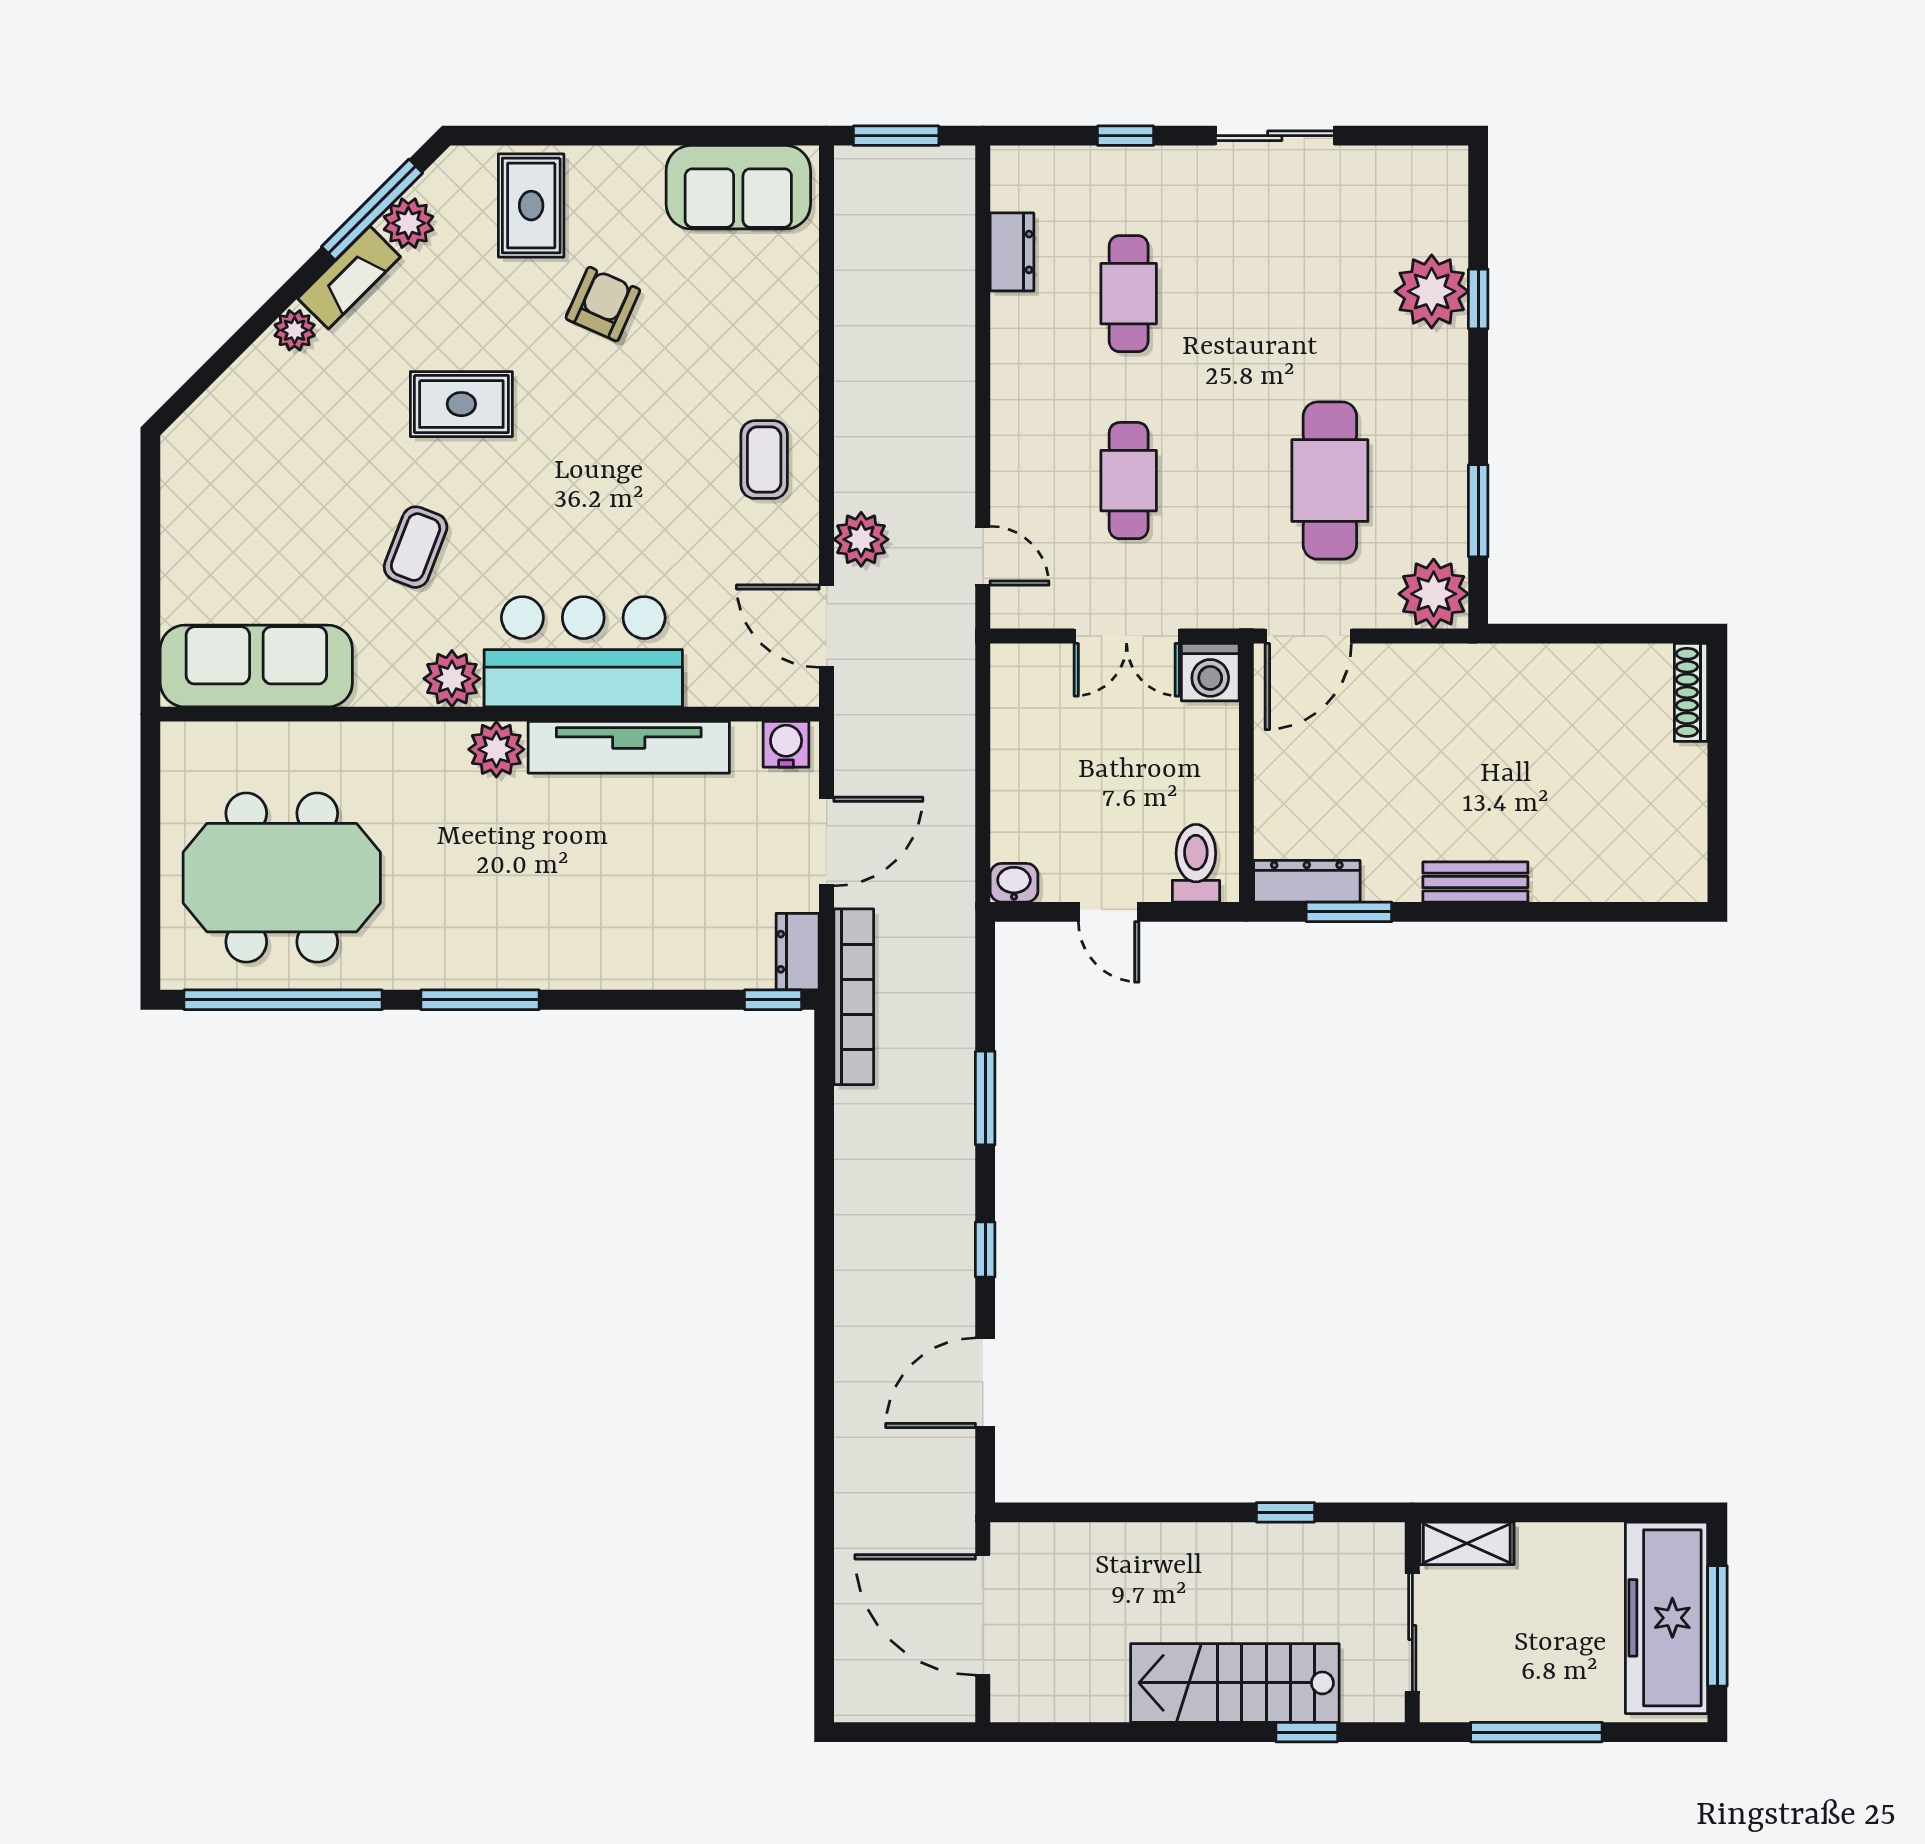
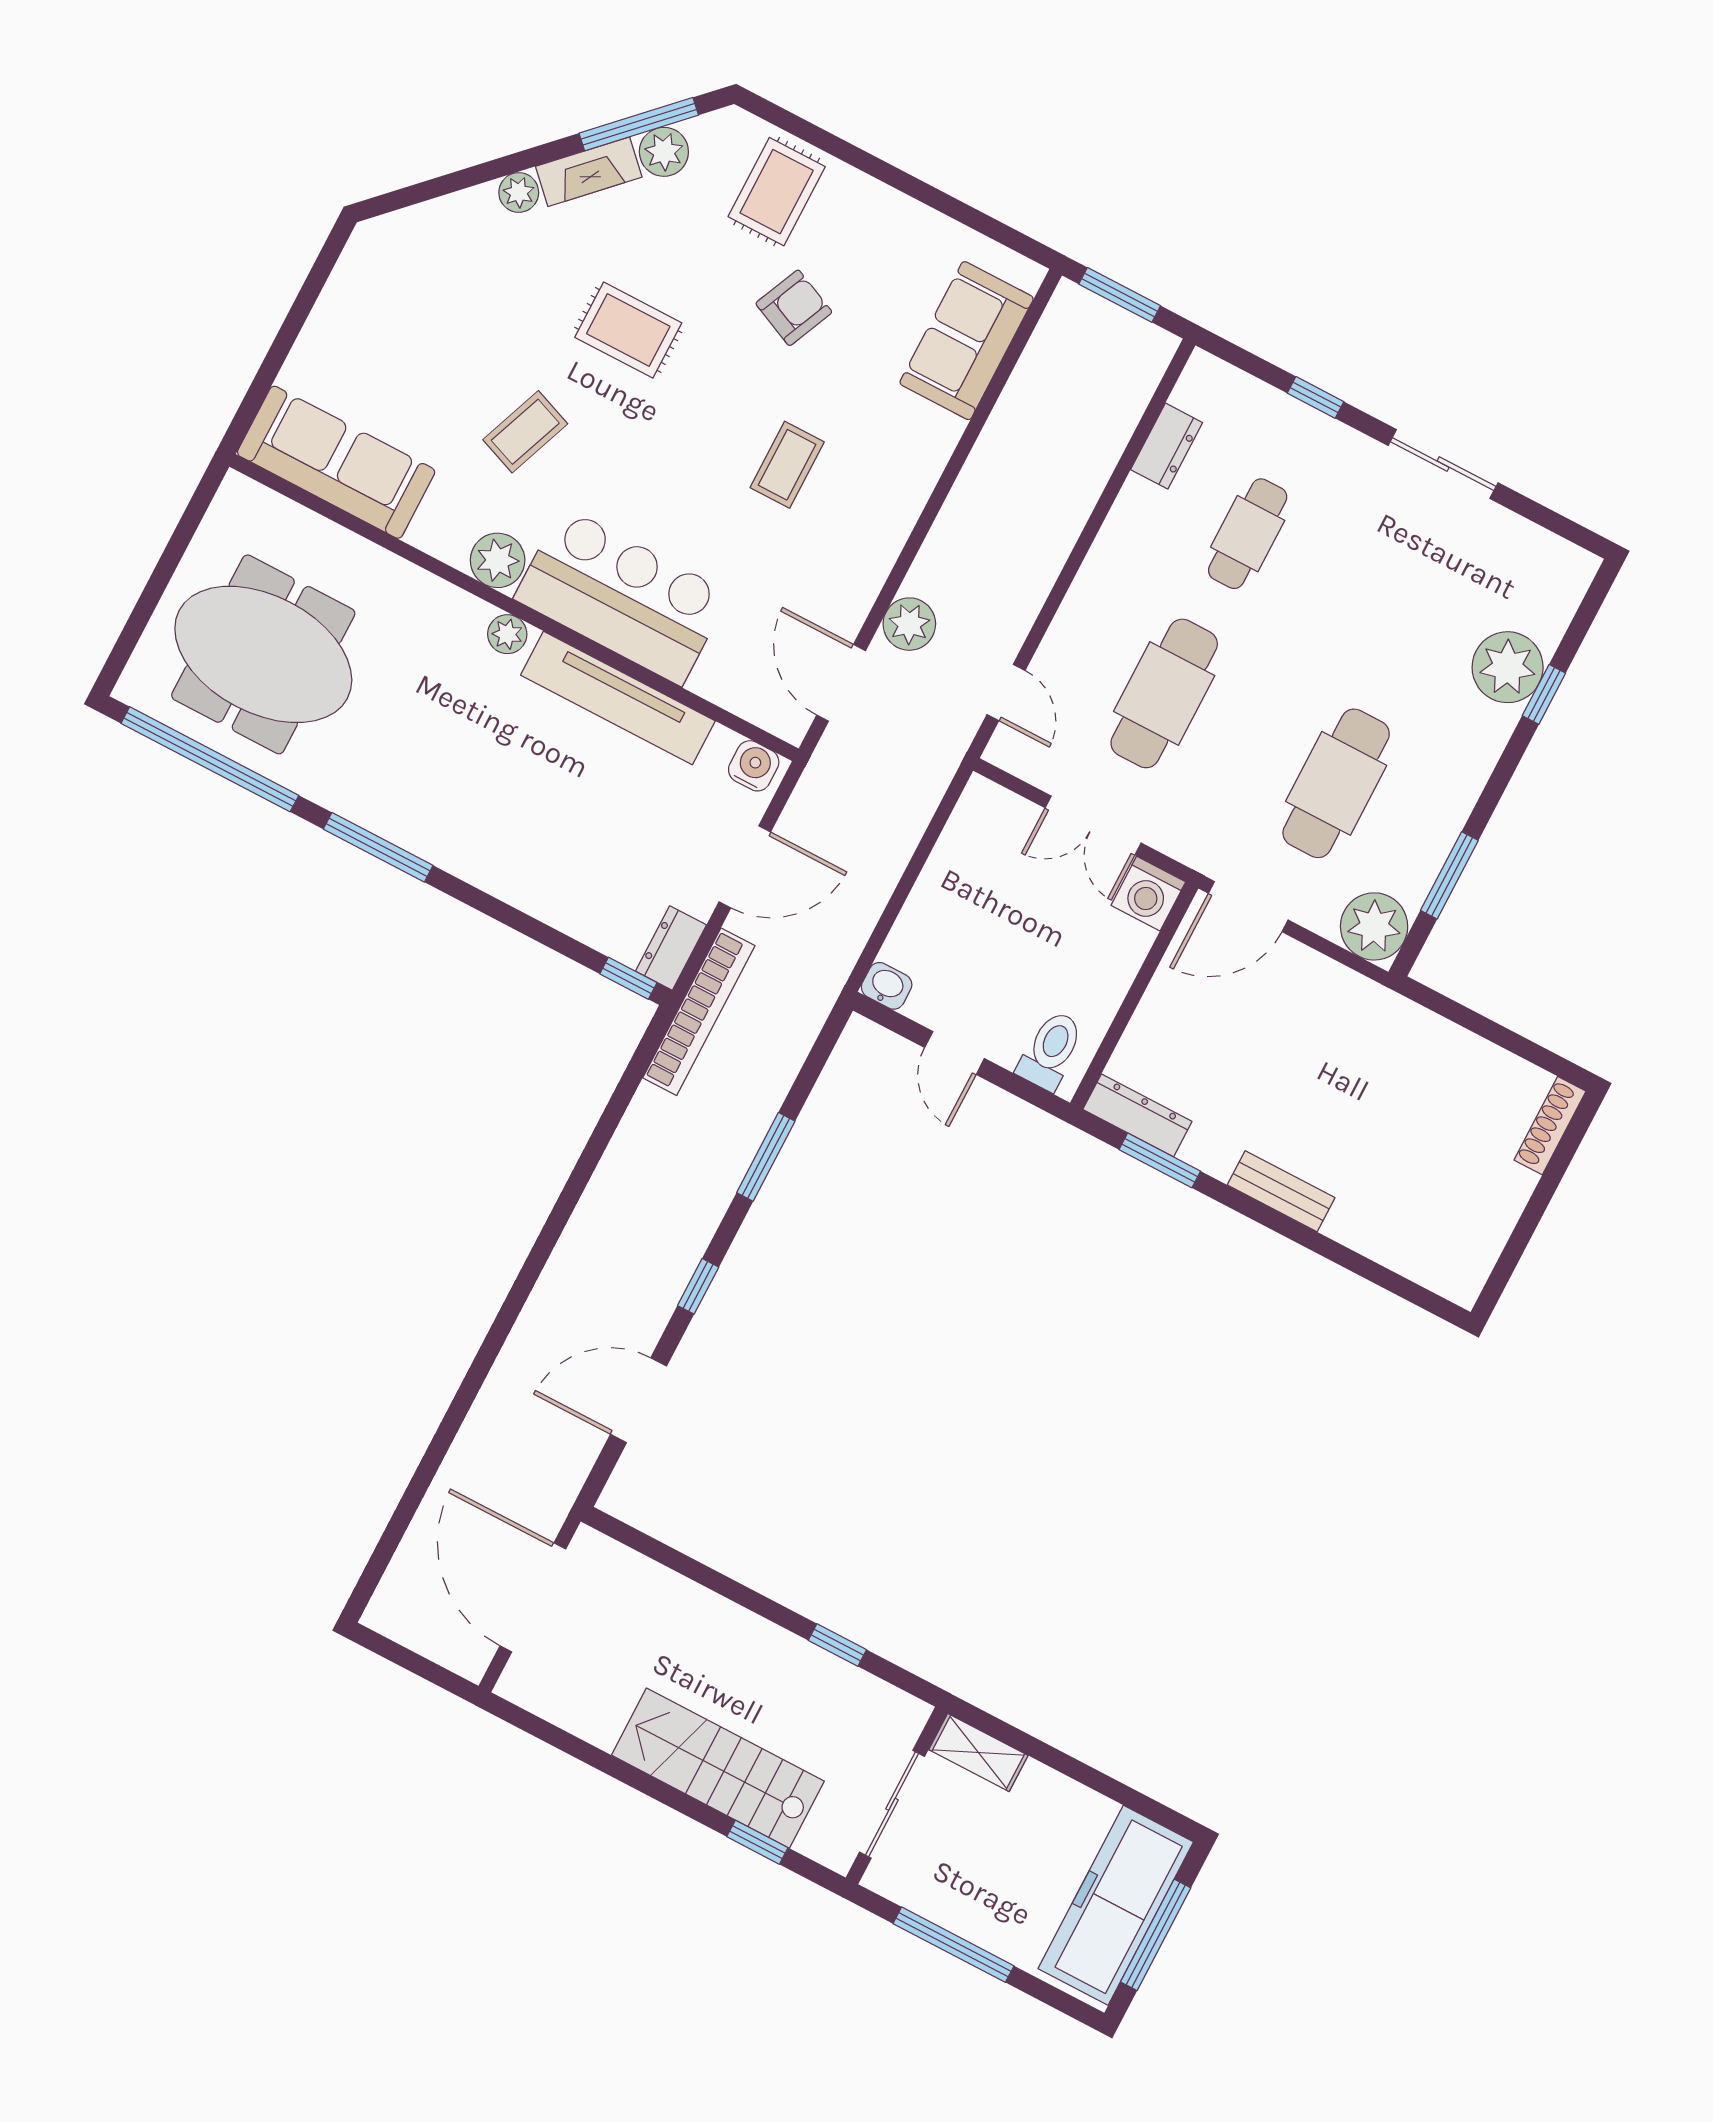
sofa: (738, 187) -> (967, 341), moved, turned 90
coffee table: (764, 460) -> (787, 465), moved
cafe table: (1129, 481) -> (1164, 693), width x1.37, depth x1.35
plant: (496, 749) -> (507, 634), width x0.73, depth x0.73

